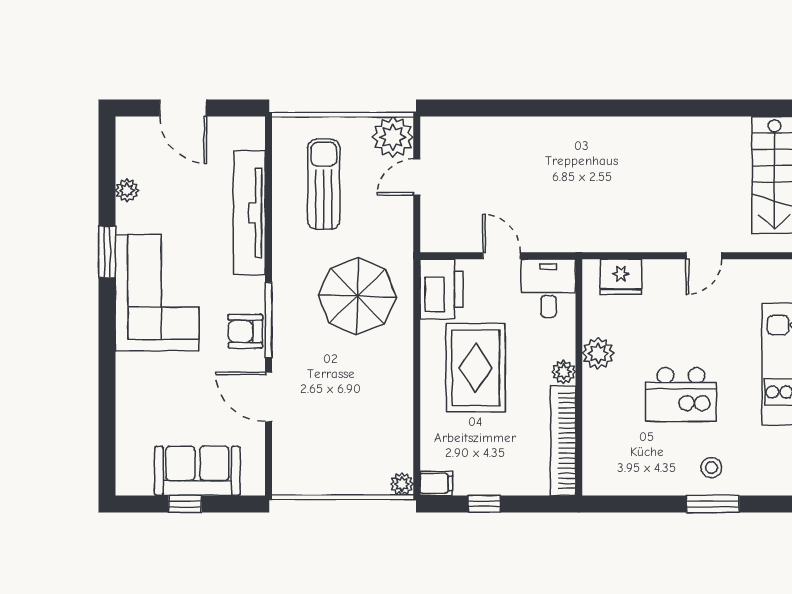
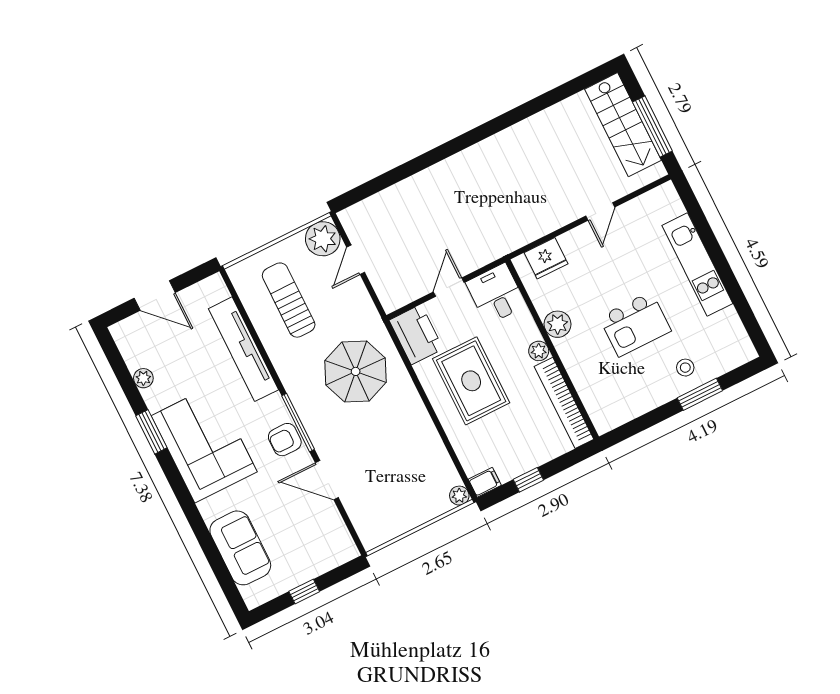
door: (502, 256) -> (449, 287), hinge flipped
sofa: (197, 471) -> (240, 548), moved, turned 90

